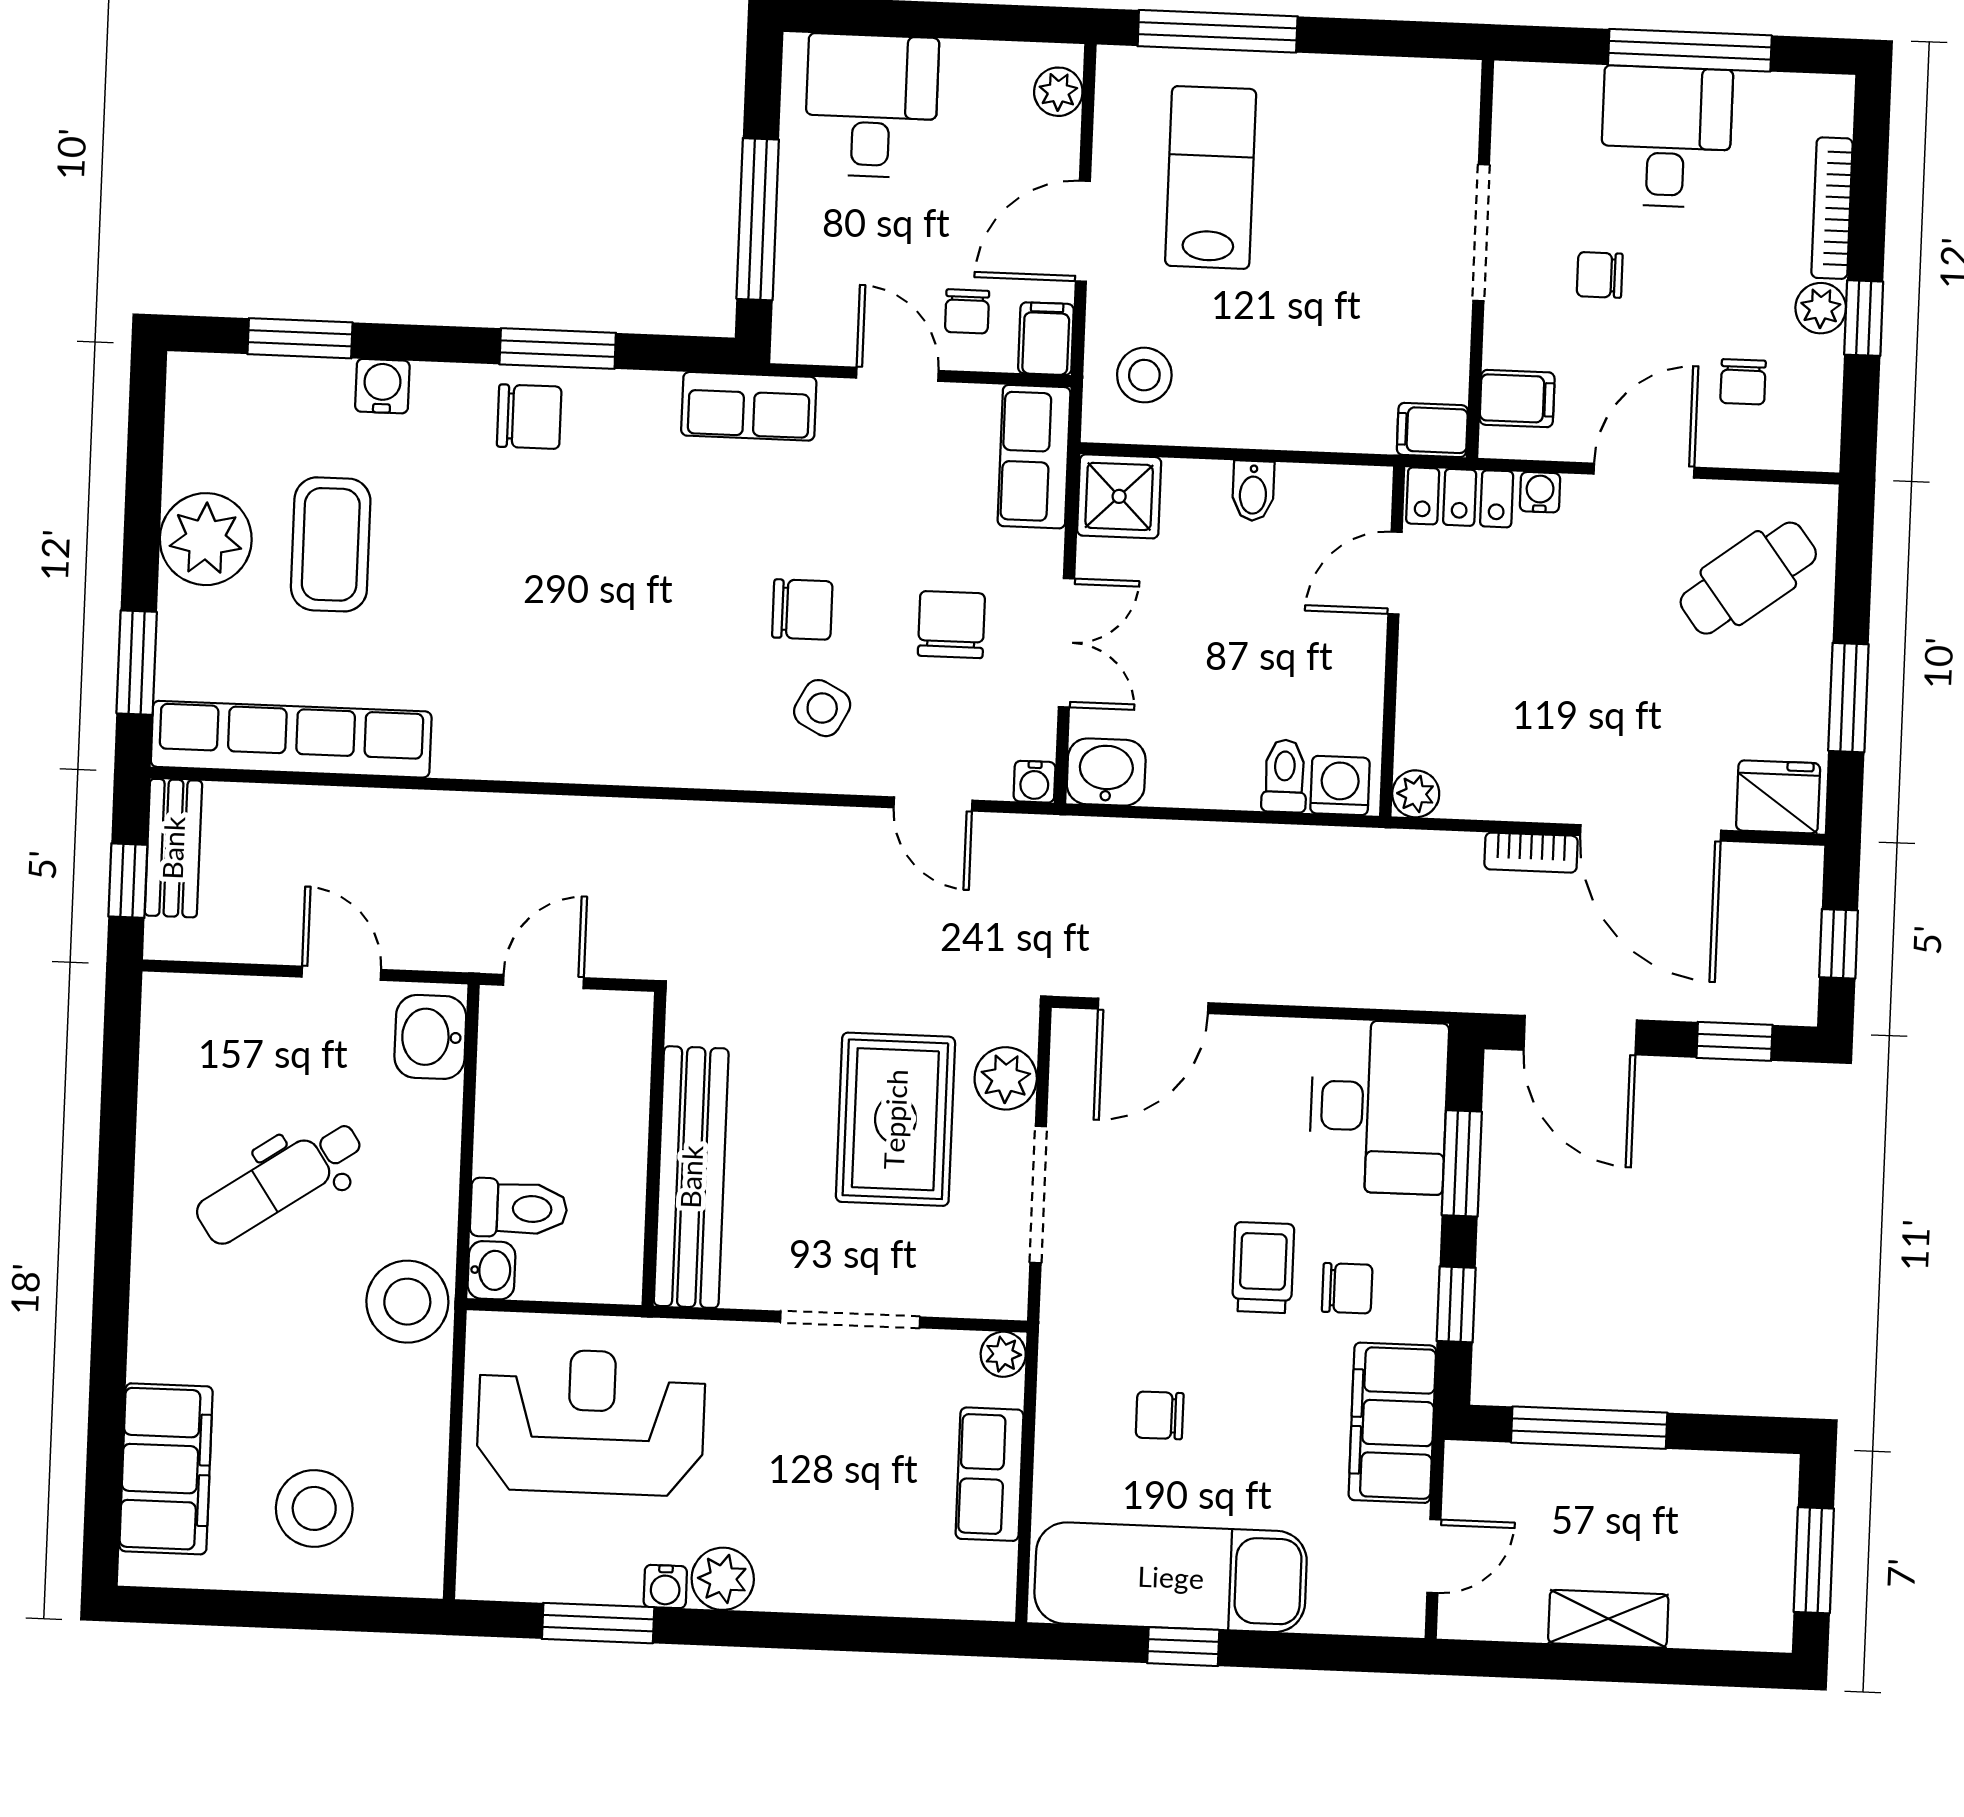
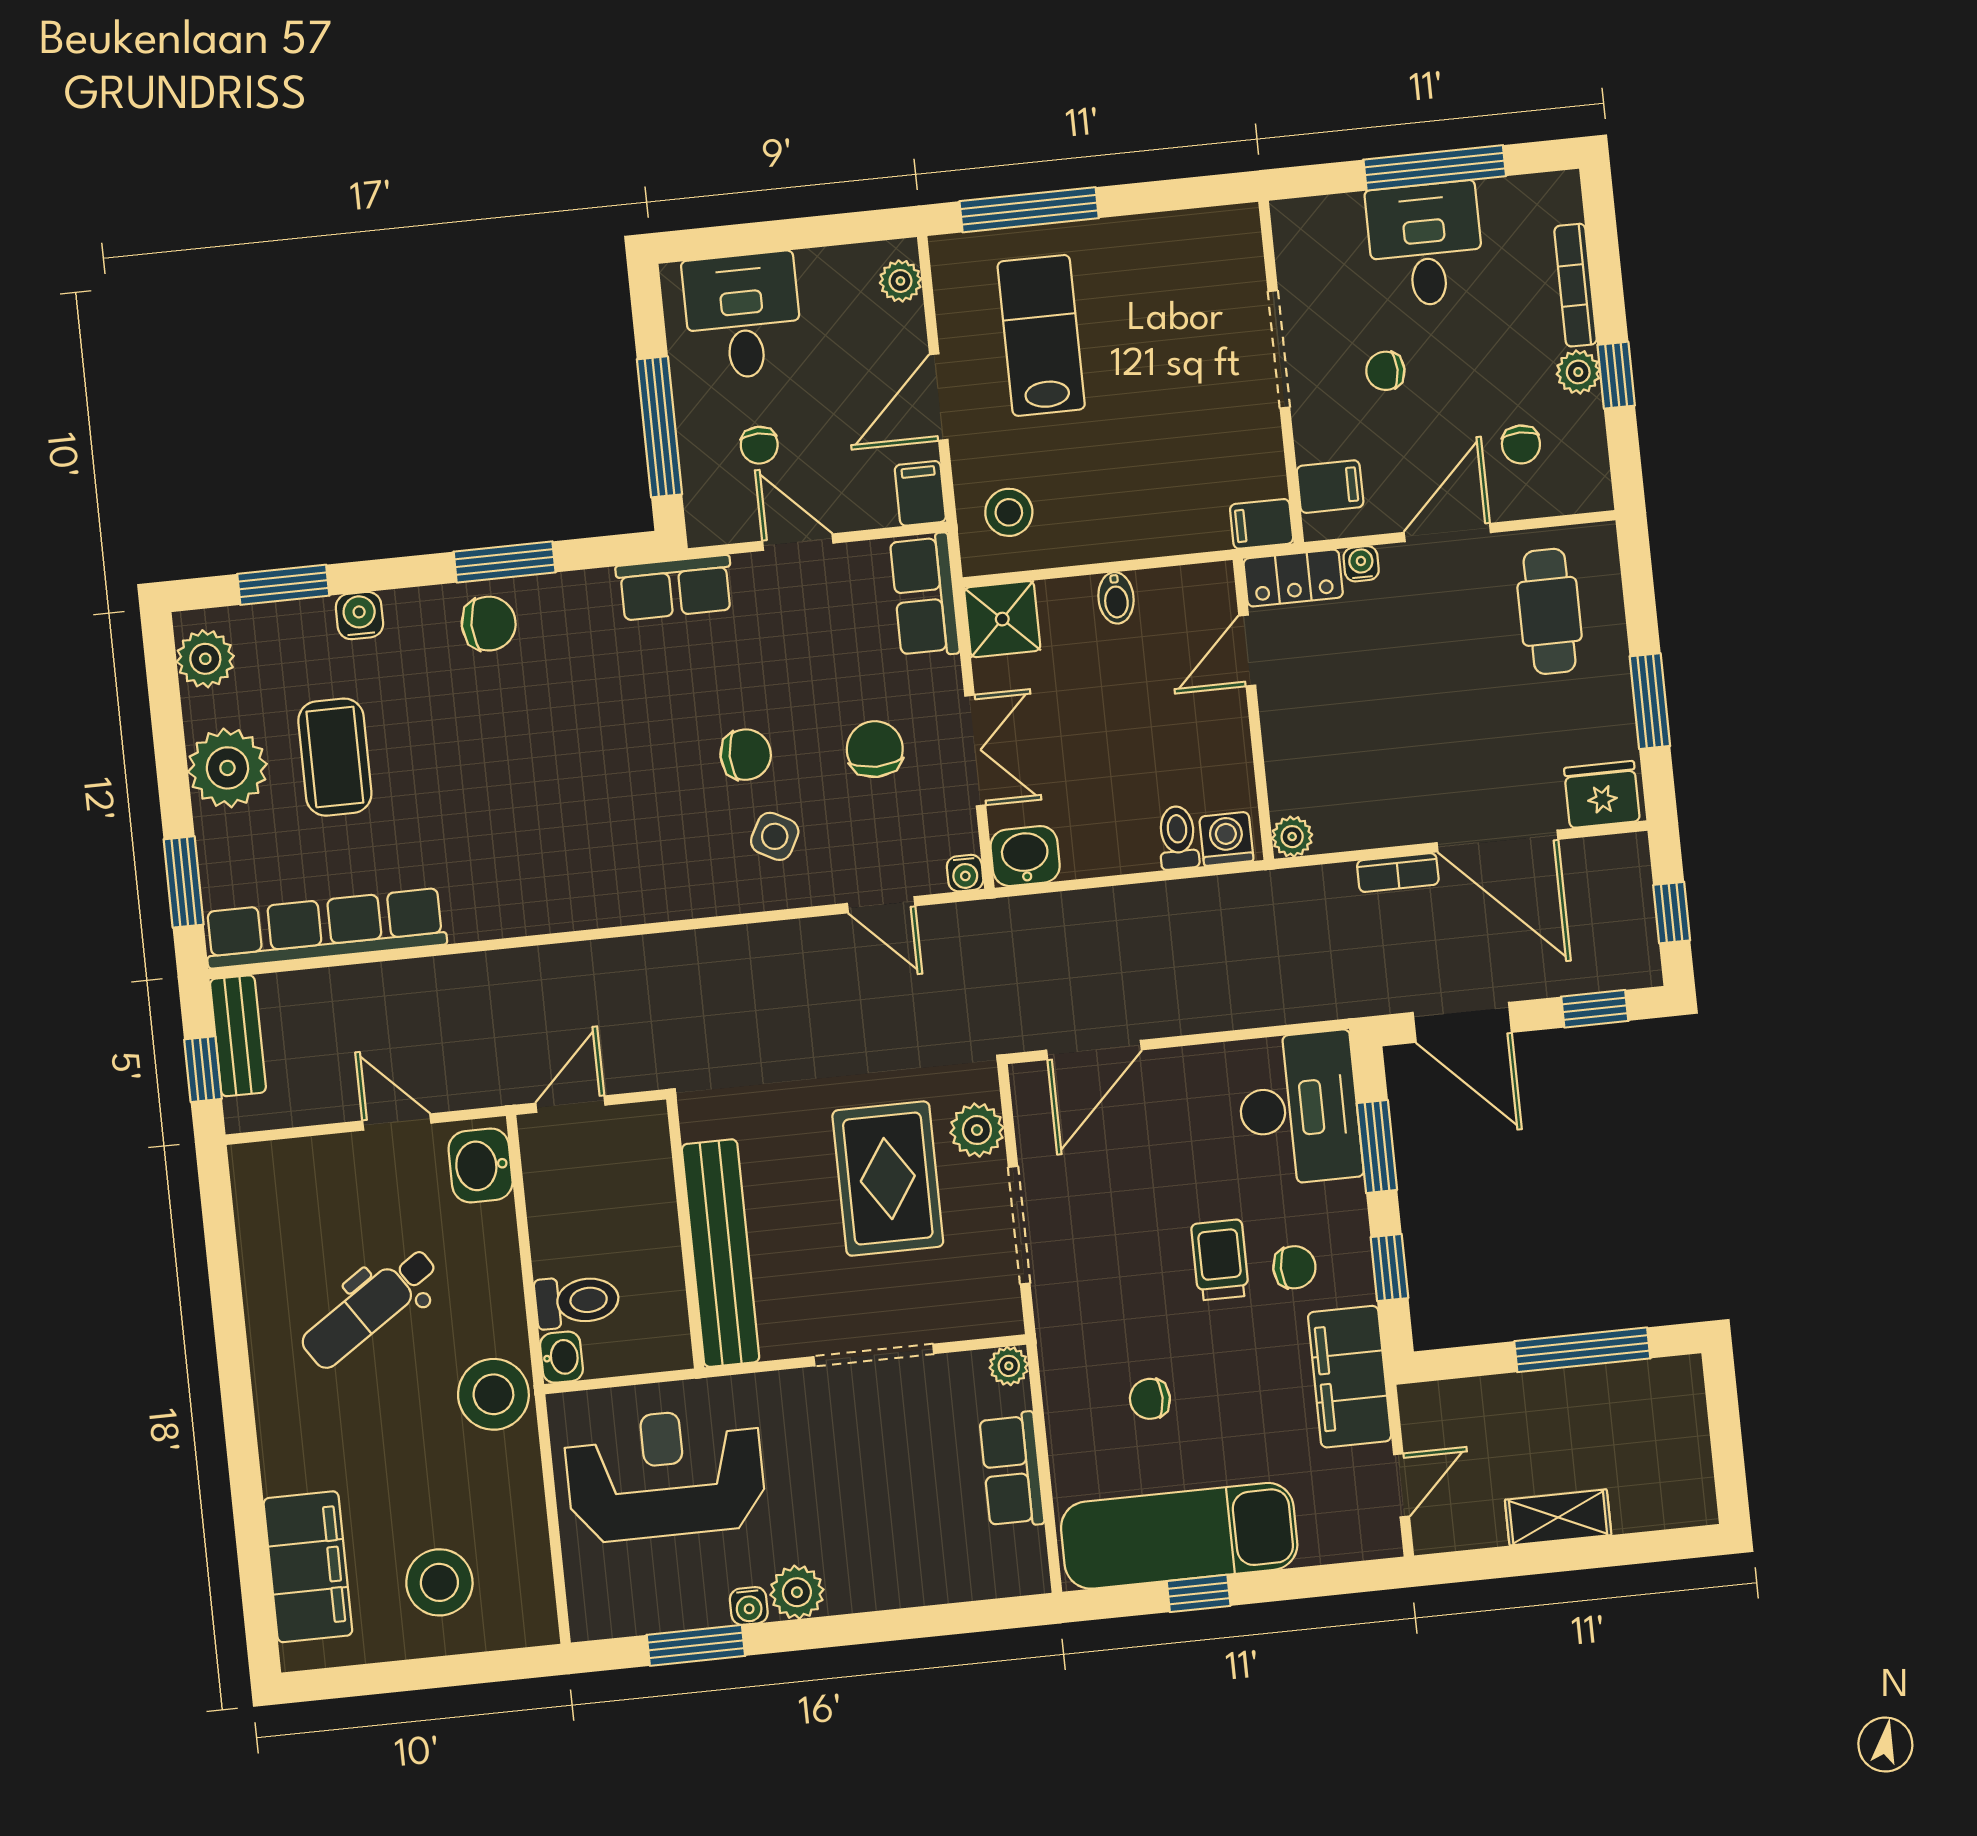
chair: (967, 311) -> (759, 445), moved
plant: (198, 410) -> (205, 659), added
cafe table: (1748, 578) -> (1550, 611), turned -53
window: (1589, 1428) -> (1582, 1350), moved
window: (1814, 1560) -> (1726, 1442), removed

